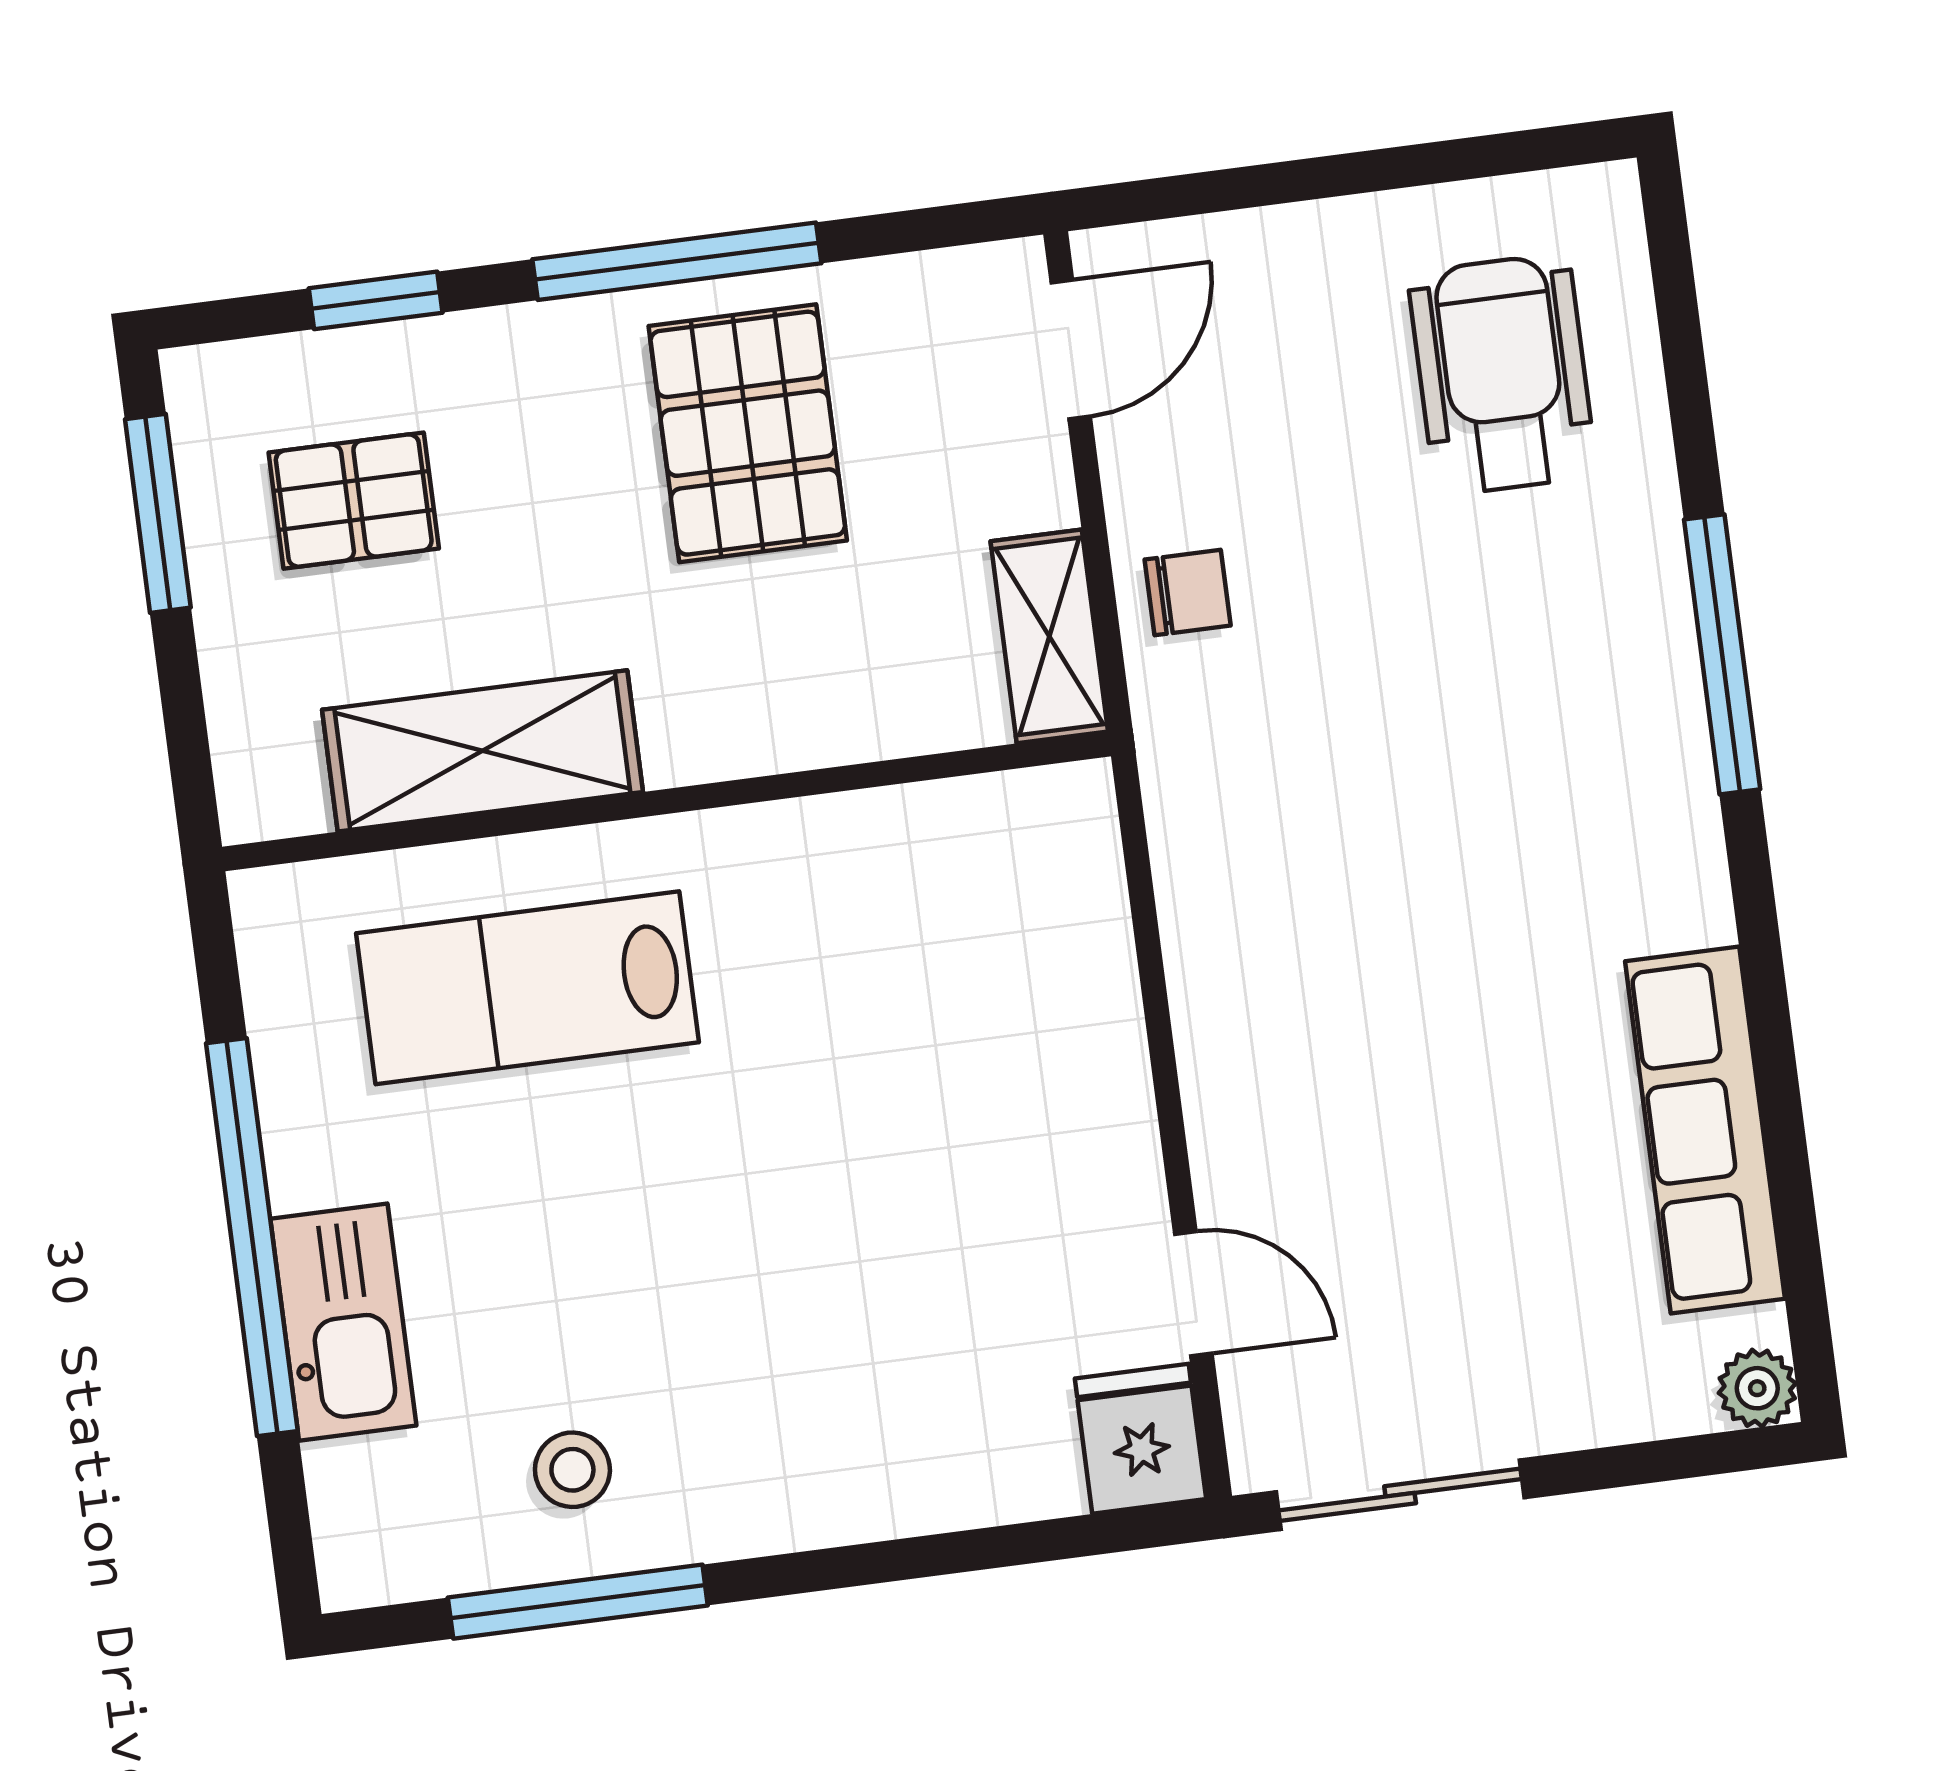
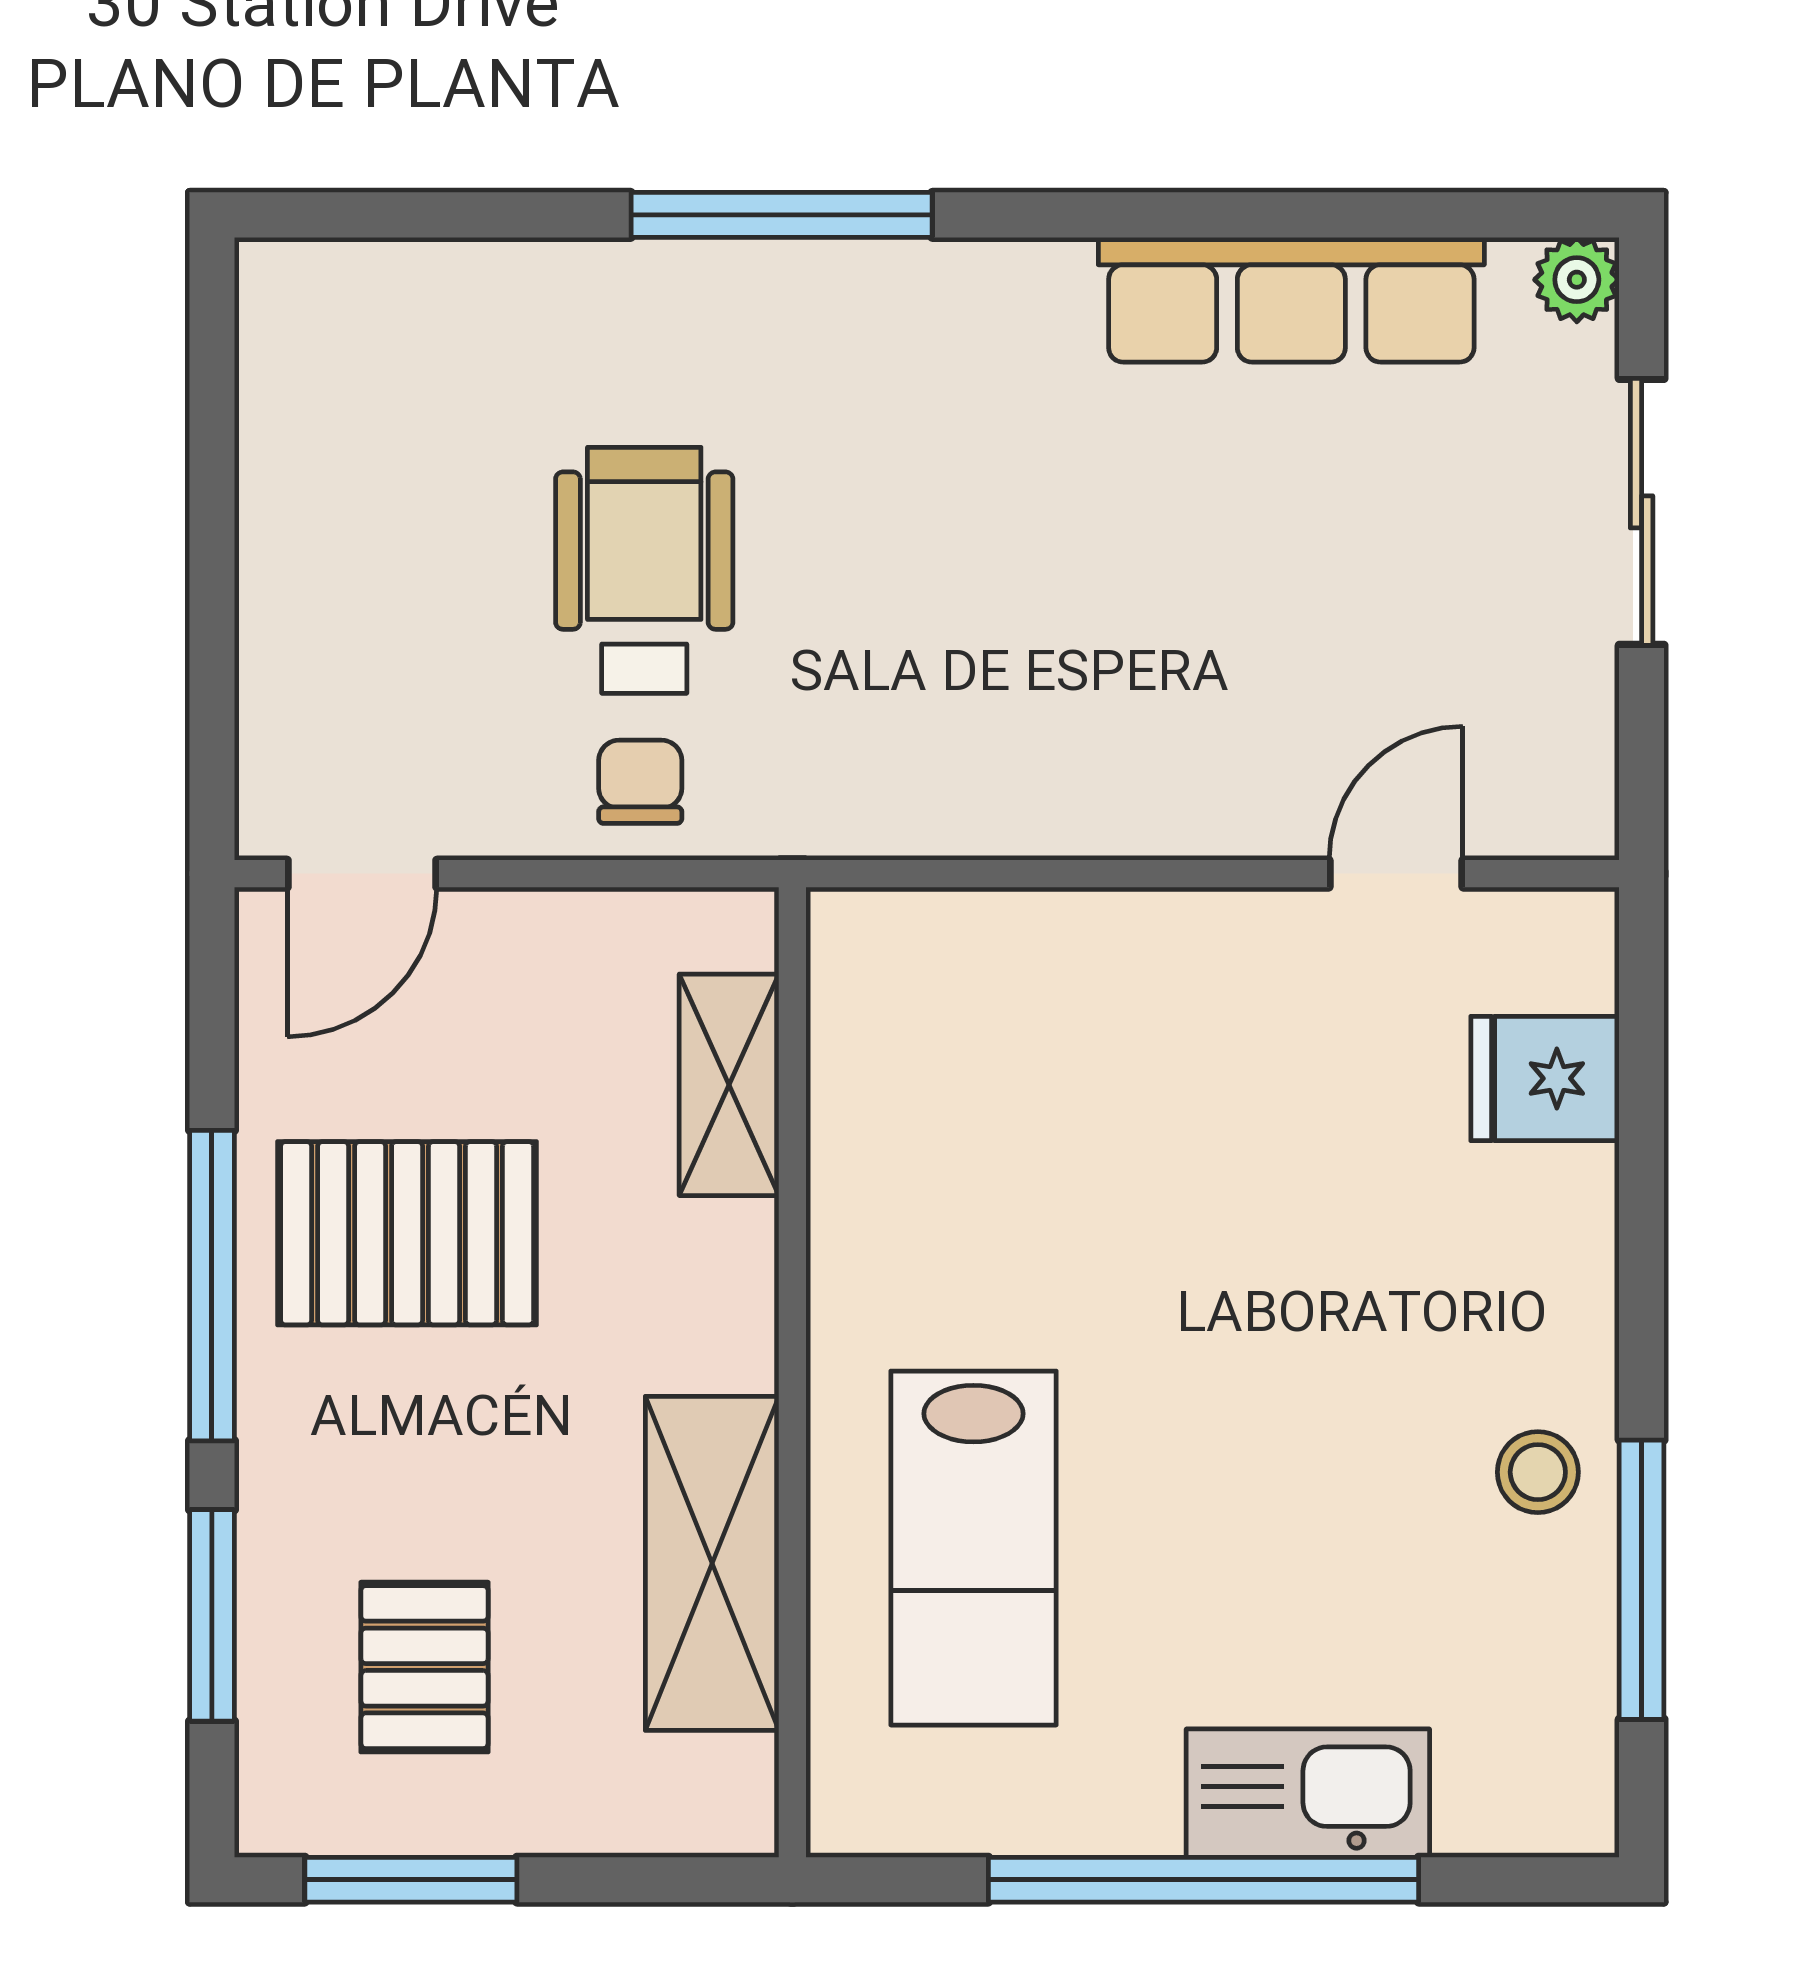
window: (376, 300) -> (212, 1615), width x1.50
door: (1071, 349) -> (362, 874), swing flipped
wheelchair: (1502, 374) -> (644, 570), moved, turned 90
shelving: (1049, 636) -> (729, 1085), moved, turned 90
fridge: (1140, 1439) -> (1545, 1078), moved
stool: (572, 1470) -> (1538, 1472), moved
sliding door: (1400, 1495) -> (1642, 512), moved

